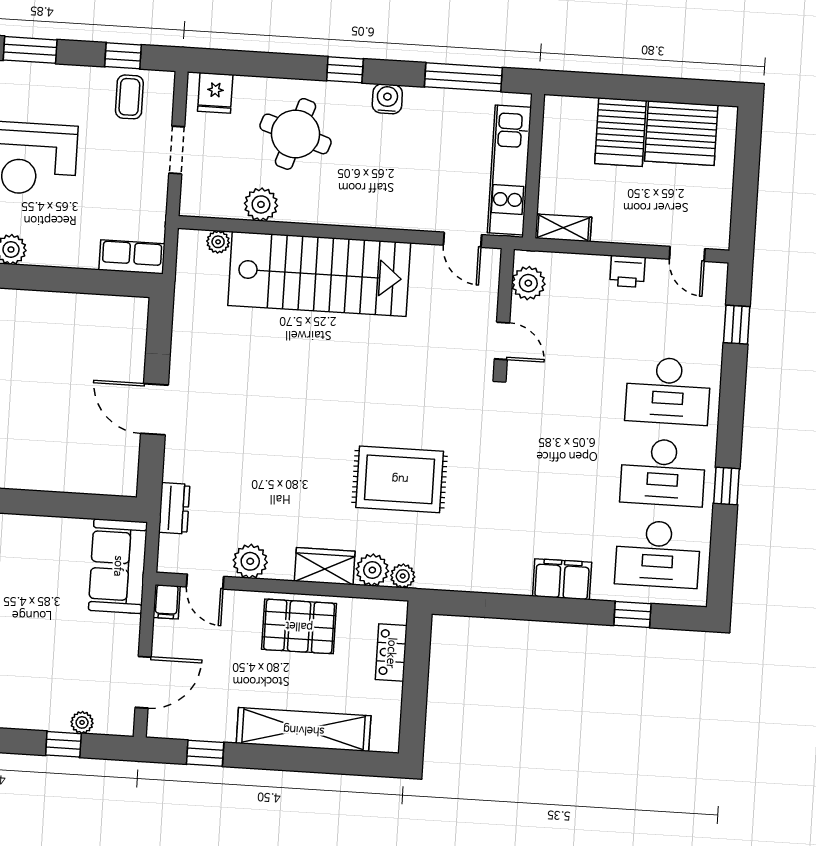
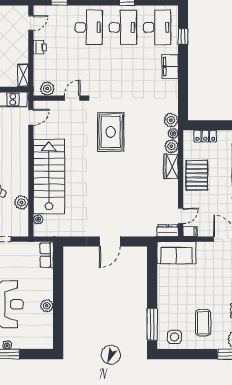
rug: (400, 479) -> (111, 132), moved
dresser: (174, 508) -> (168, 231), moved
plant: (250, 561) -> (171, 120), moved

